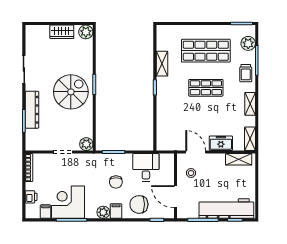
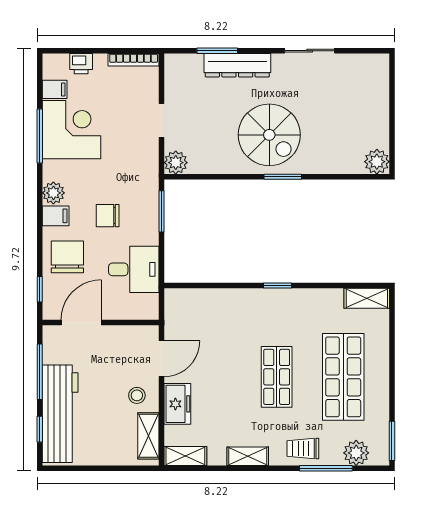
wardrobe: (62, 32) -> (377, 119), removed
shelving: (162, 64) -> (367, 298), moved
stool: (191, 173) -> (137, 395), moved

